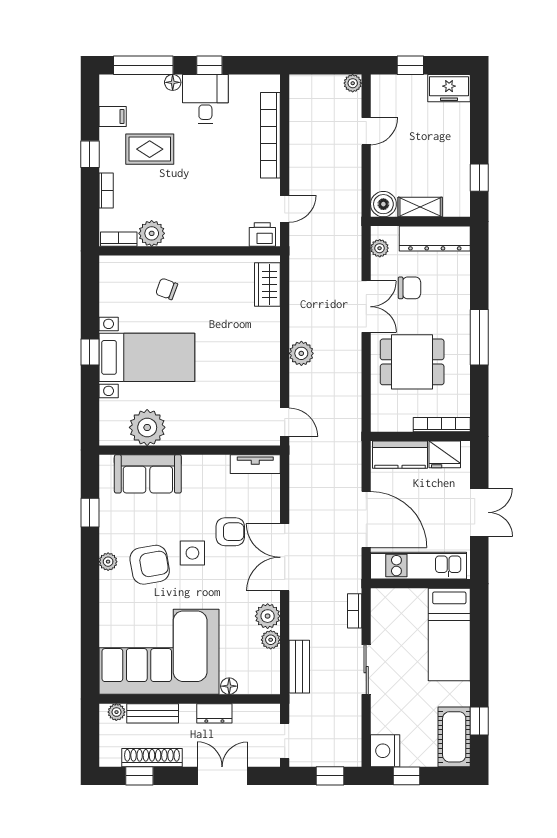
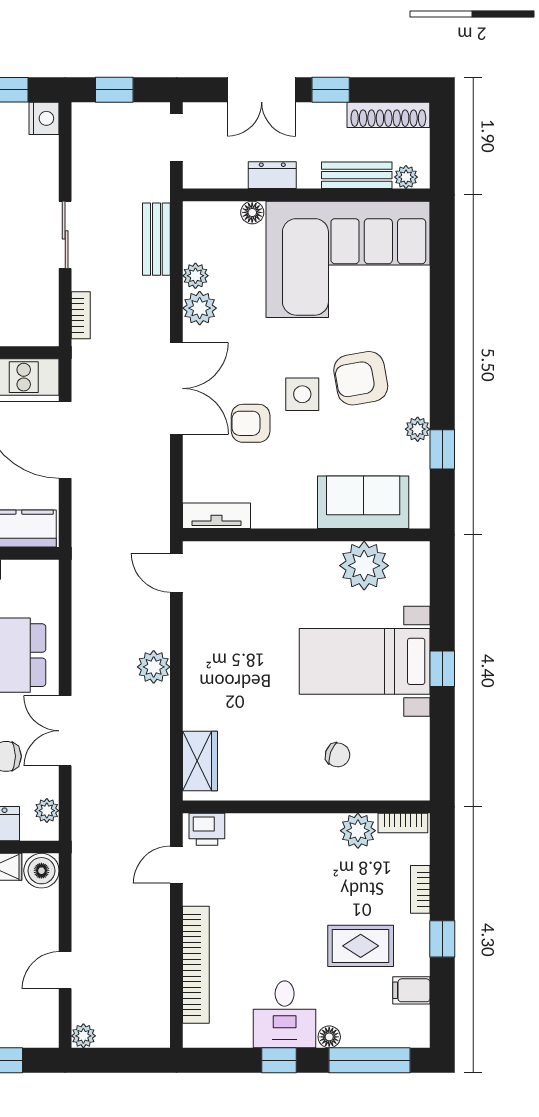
plant: (108, 562) -> (418, 429), moved
nightstand: (385, 751) -> (44, 118), width x0.74, depth x0.75
shoe rack: (152, 758) -> (388, 115), moved
window: (139, 776) -> (331, 90), moved

